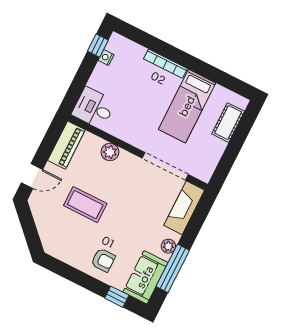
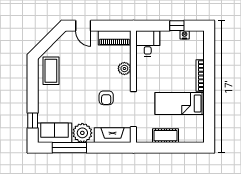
window: (98, 46) -> (177, 26), moved
cot: (228, 123) -> (166, 136), moved
coffee table: (85, 205) -> (51, 71), moved
plant: (168, 246) -> (82, 133), width x1.87, depth x1.87
armchair: (103, 260) -> (106, 98), moved

